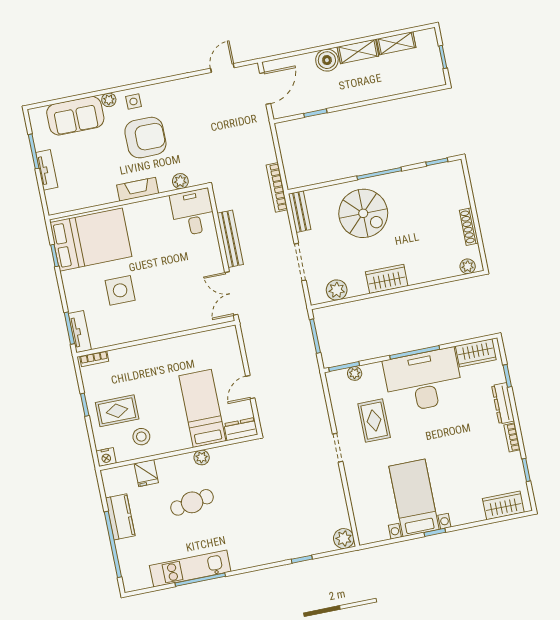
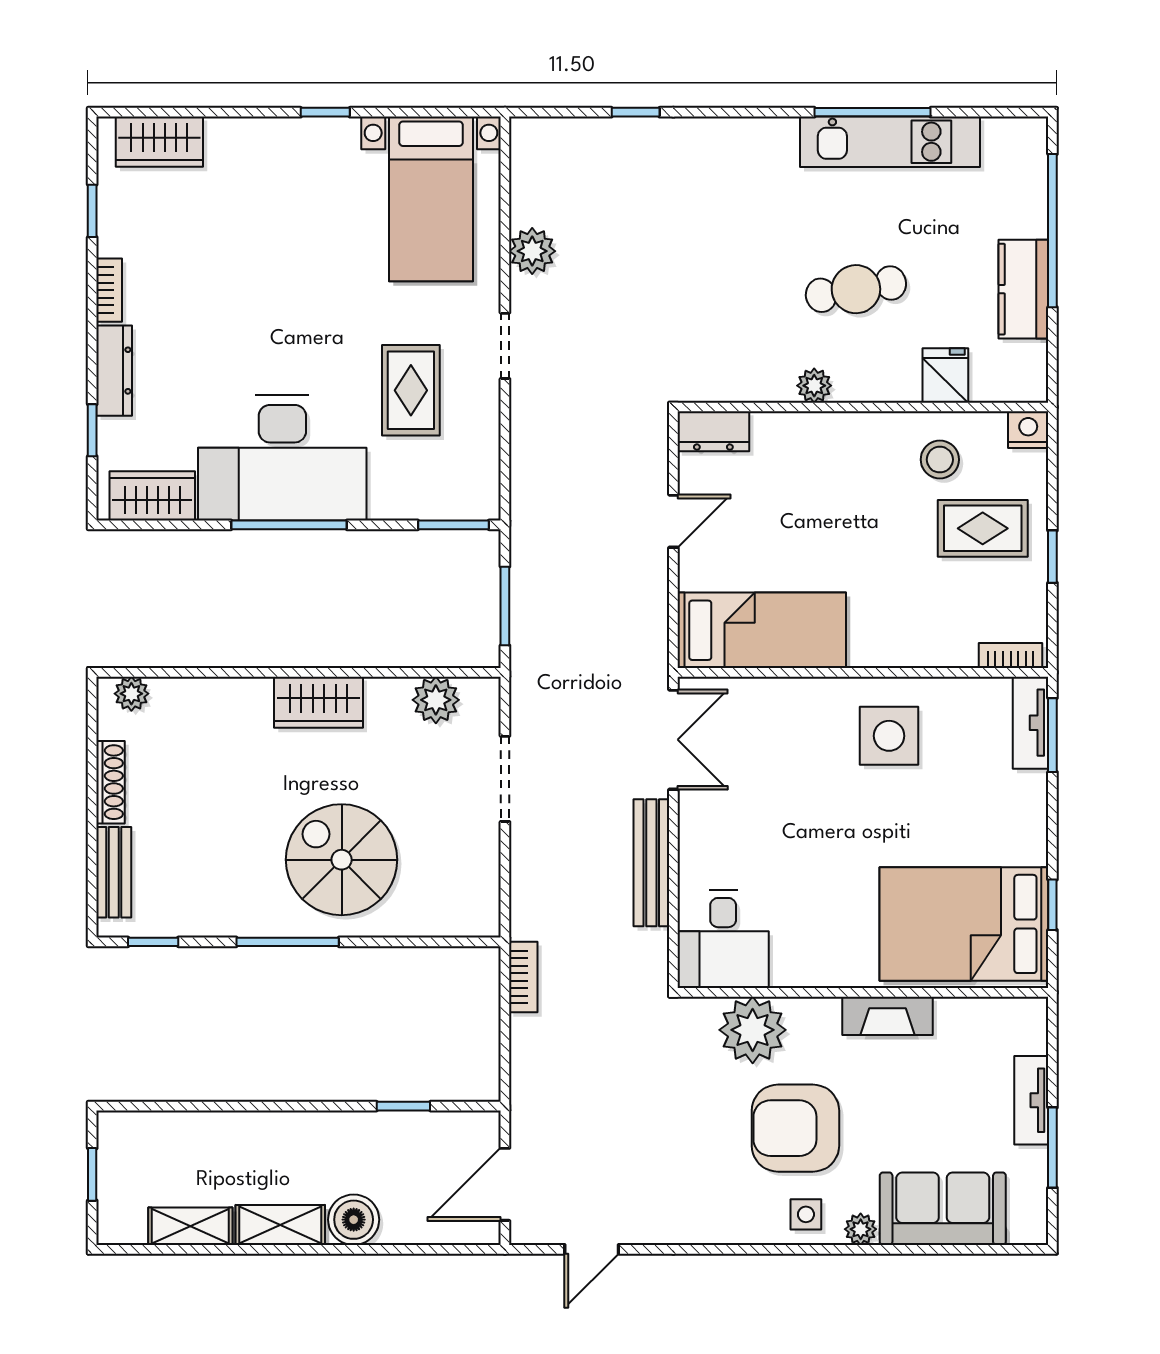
plant: (180, 181) -> (753, 1030), width x1.88, depth x1.88
bookcase: (277, 187) -> (523, 977), width x0.64
fireplace: (138, 189) -> (887, 1016), moved
bench: (300, 212) -> (114, 872), moved
side table: (120, 290) -> (889, 736), moved
plant: (355, 373) -> (433, 505), removed
bed: (202, 408) -> (762, 630), moved, turned -90
bed with nightstands: (414, 498) -> (431, 199), moved
plant: (344, 539) -> (532, 251), moved

